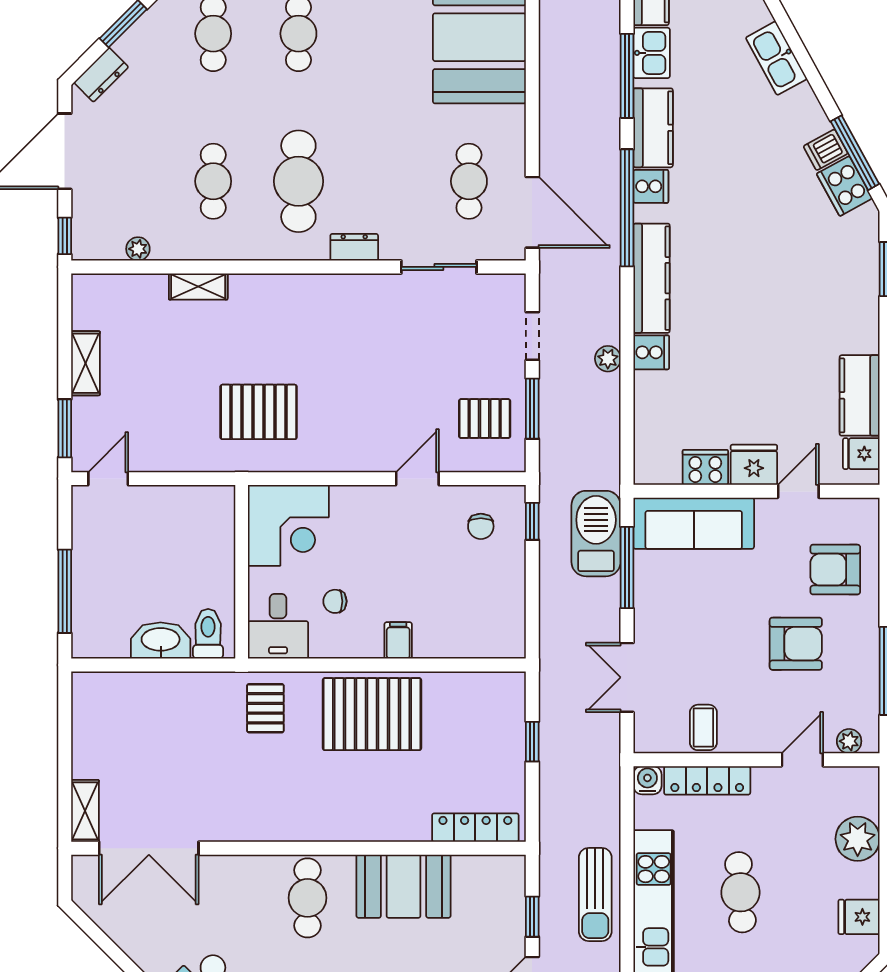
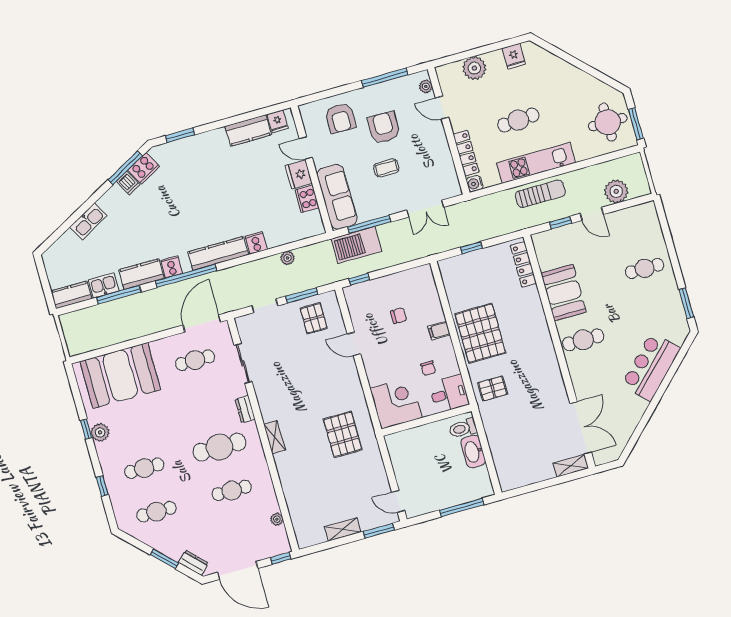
shelving: (198, 286) -> (275, 437), moved
plant: (608, 359) -> (287, 258), moved
chair: (481, 526) -> (399, 316), moved
coffee table: (703, 727) -> (386, 168), moved

